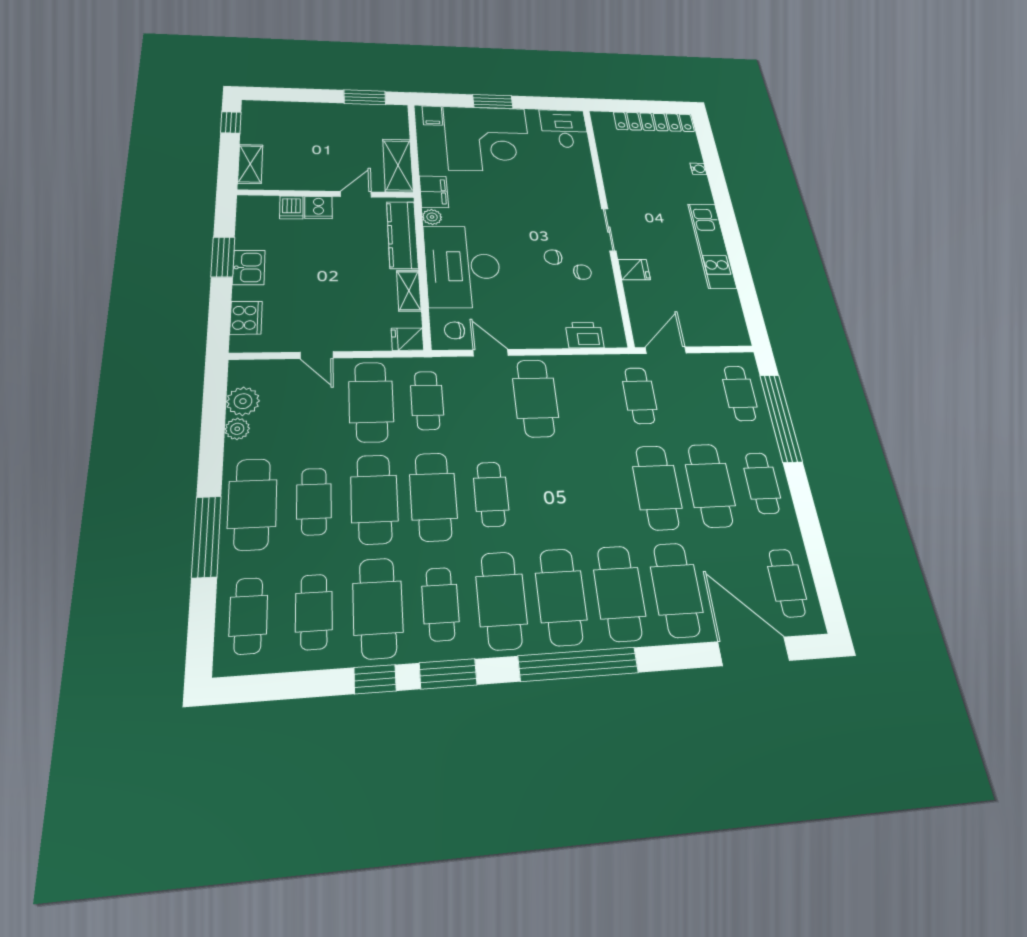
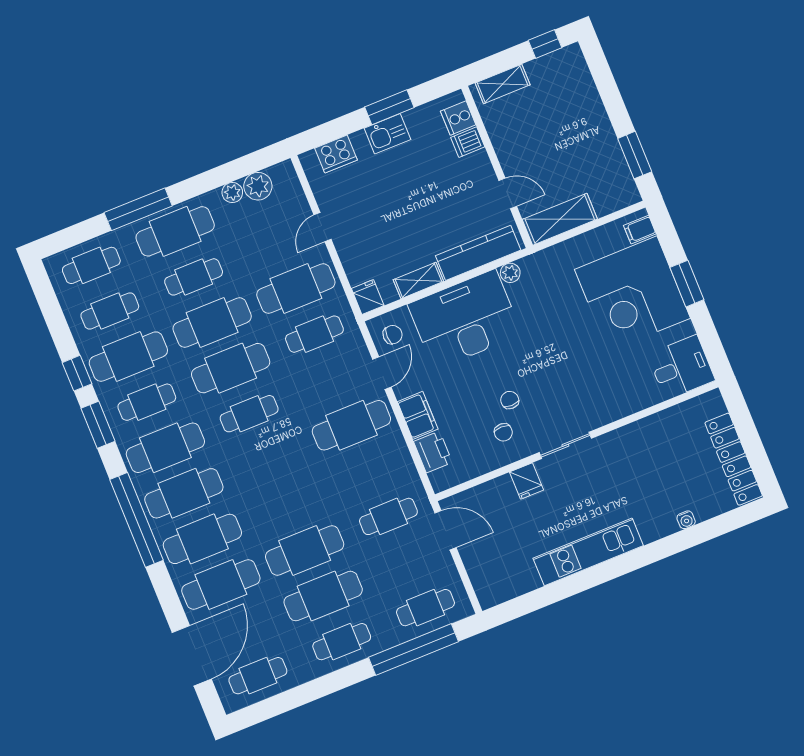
filing cabinet: (434, 192) -> (418, 415), moved, turned -90
cooker: (319, 208) -> (458, 118), moved
chair: (455, 330) -> (393, 335), turned 90

